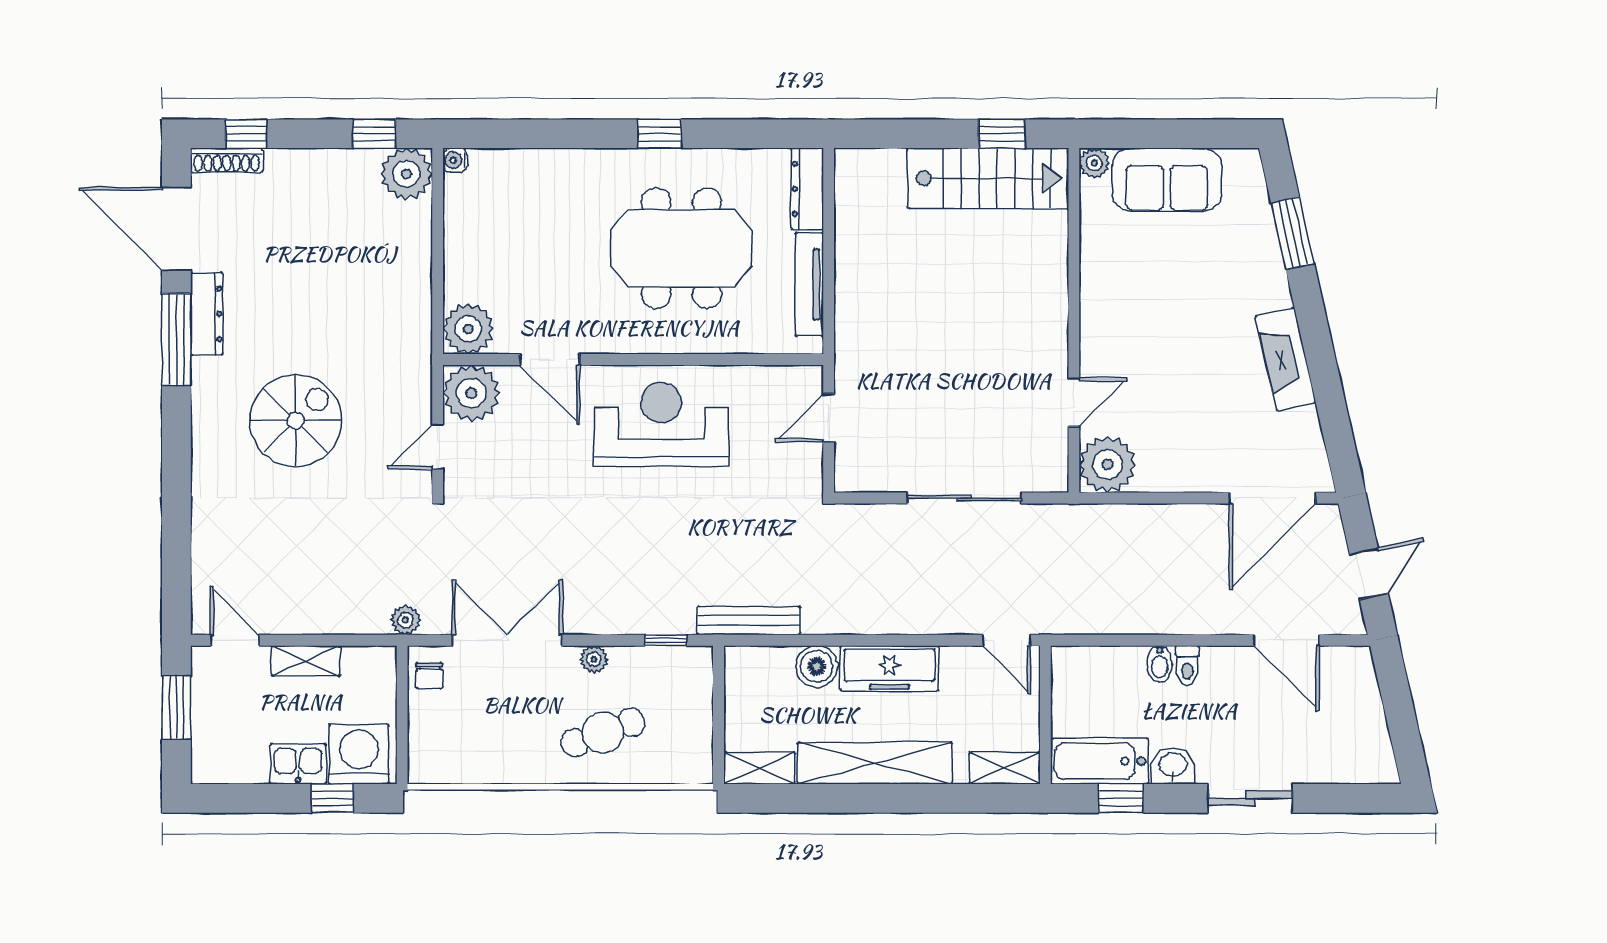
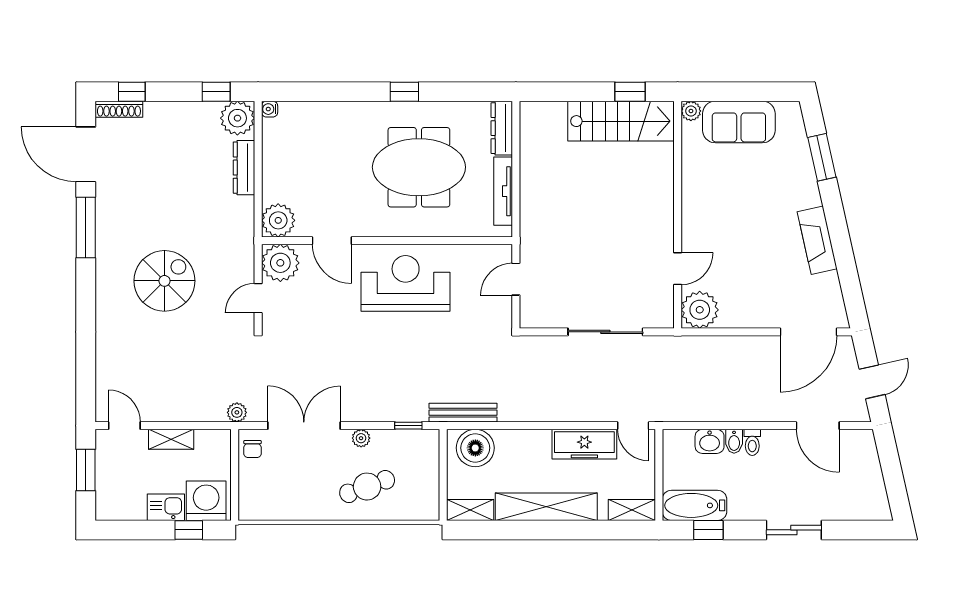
dresser: (207, 314) -> (244, 168), moved, turned 180
boiler: (817, 666) -> (475, 448), moved, width x1.37, depth x1.37
freezer: (889, 668) -> (584, 444), moved
washbasin: (1173, 766) -> (710, 441), moved, turned 180

